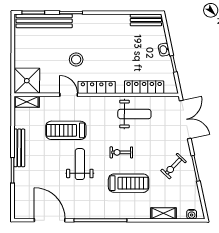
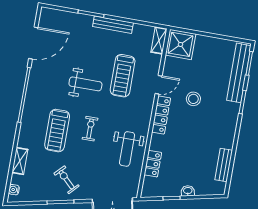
bench: (146, 20) -> (224, 165), moved
locker: (144, 87) -> (153, 164), width x0.66
treadmill: (66, 130) -> (123, 76), turned 180

